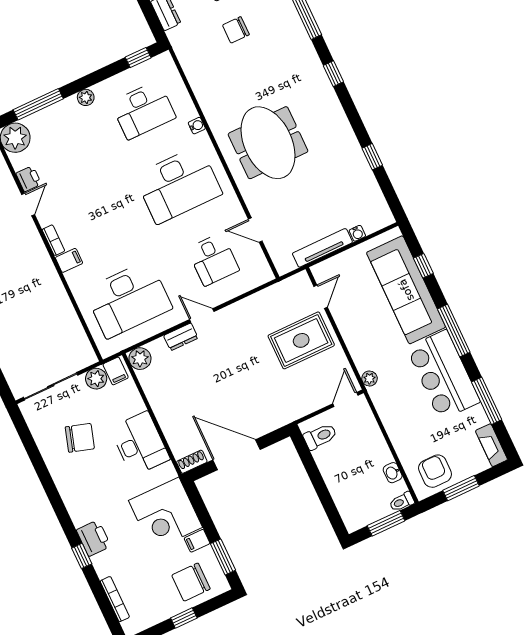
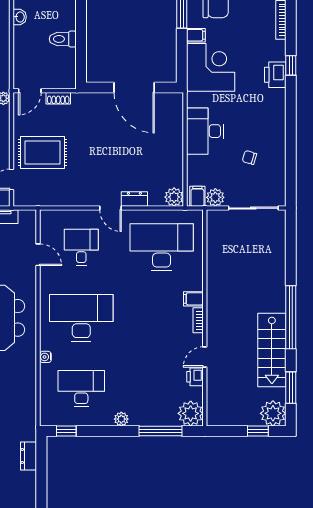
toilet: (320, 436) -> (63, 39), moved
chair: (80, 438) -> (249, 157), width x0.54, depth x0.54
shoe rack: (192, 462) -> (58, 98), moved

